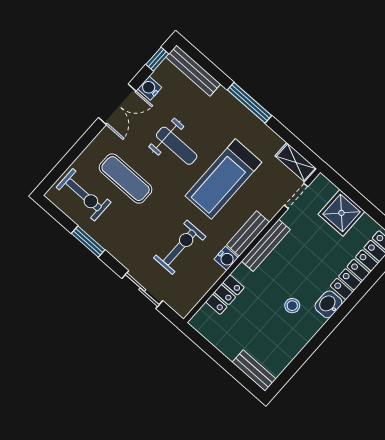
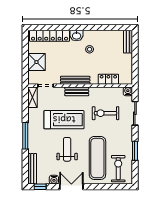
exercise mat: (126, 179) -> (97, 158), width x1.36, depth x1.45
water cooler: (226, 258) -> (128, 91), moved

